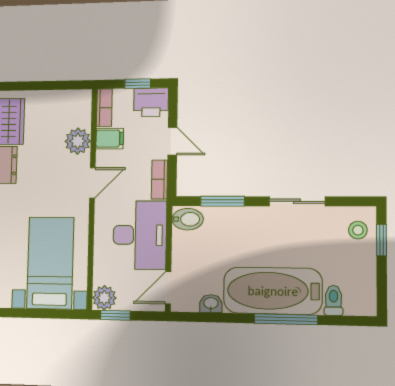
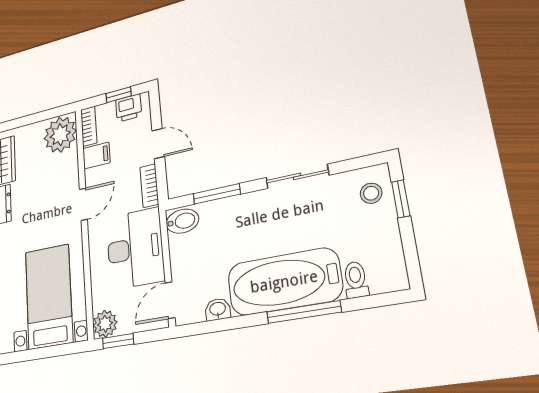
printer: (151, 102) -> (129, 108), width x0.73, depth x0.81
plant: (78, 141) -> (60, 135), moved, width x1.36, depth x1.36

